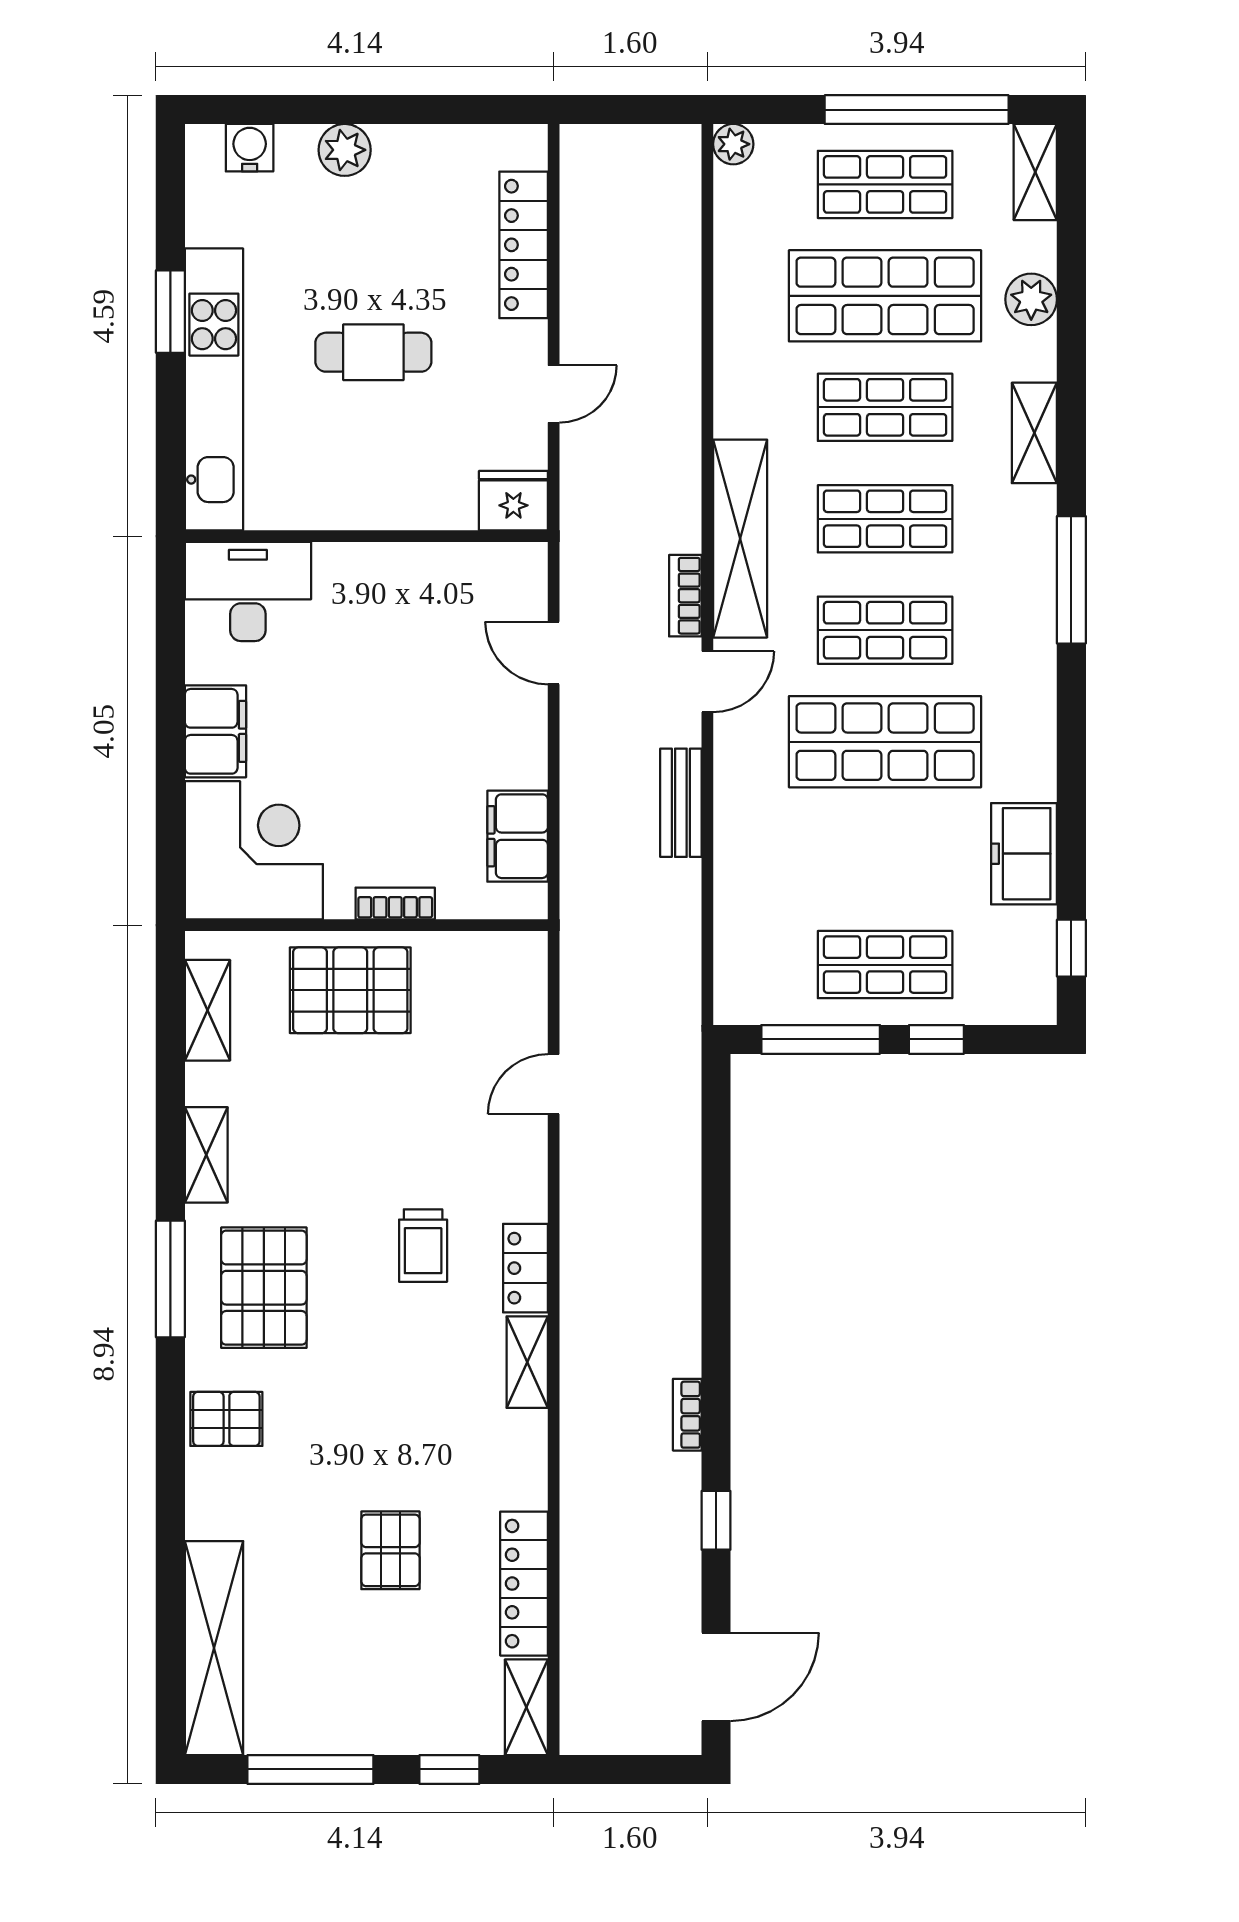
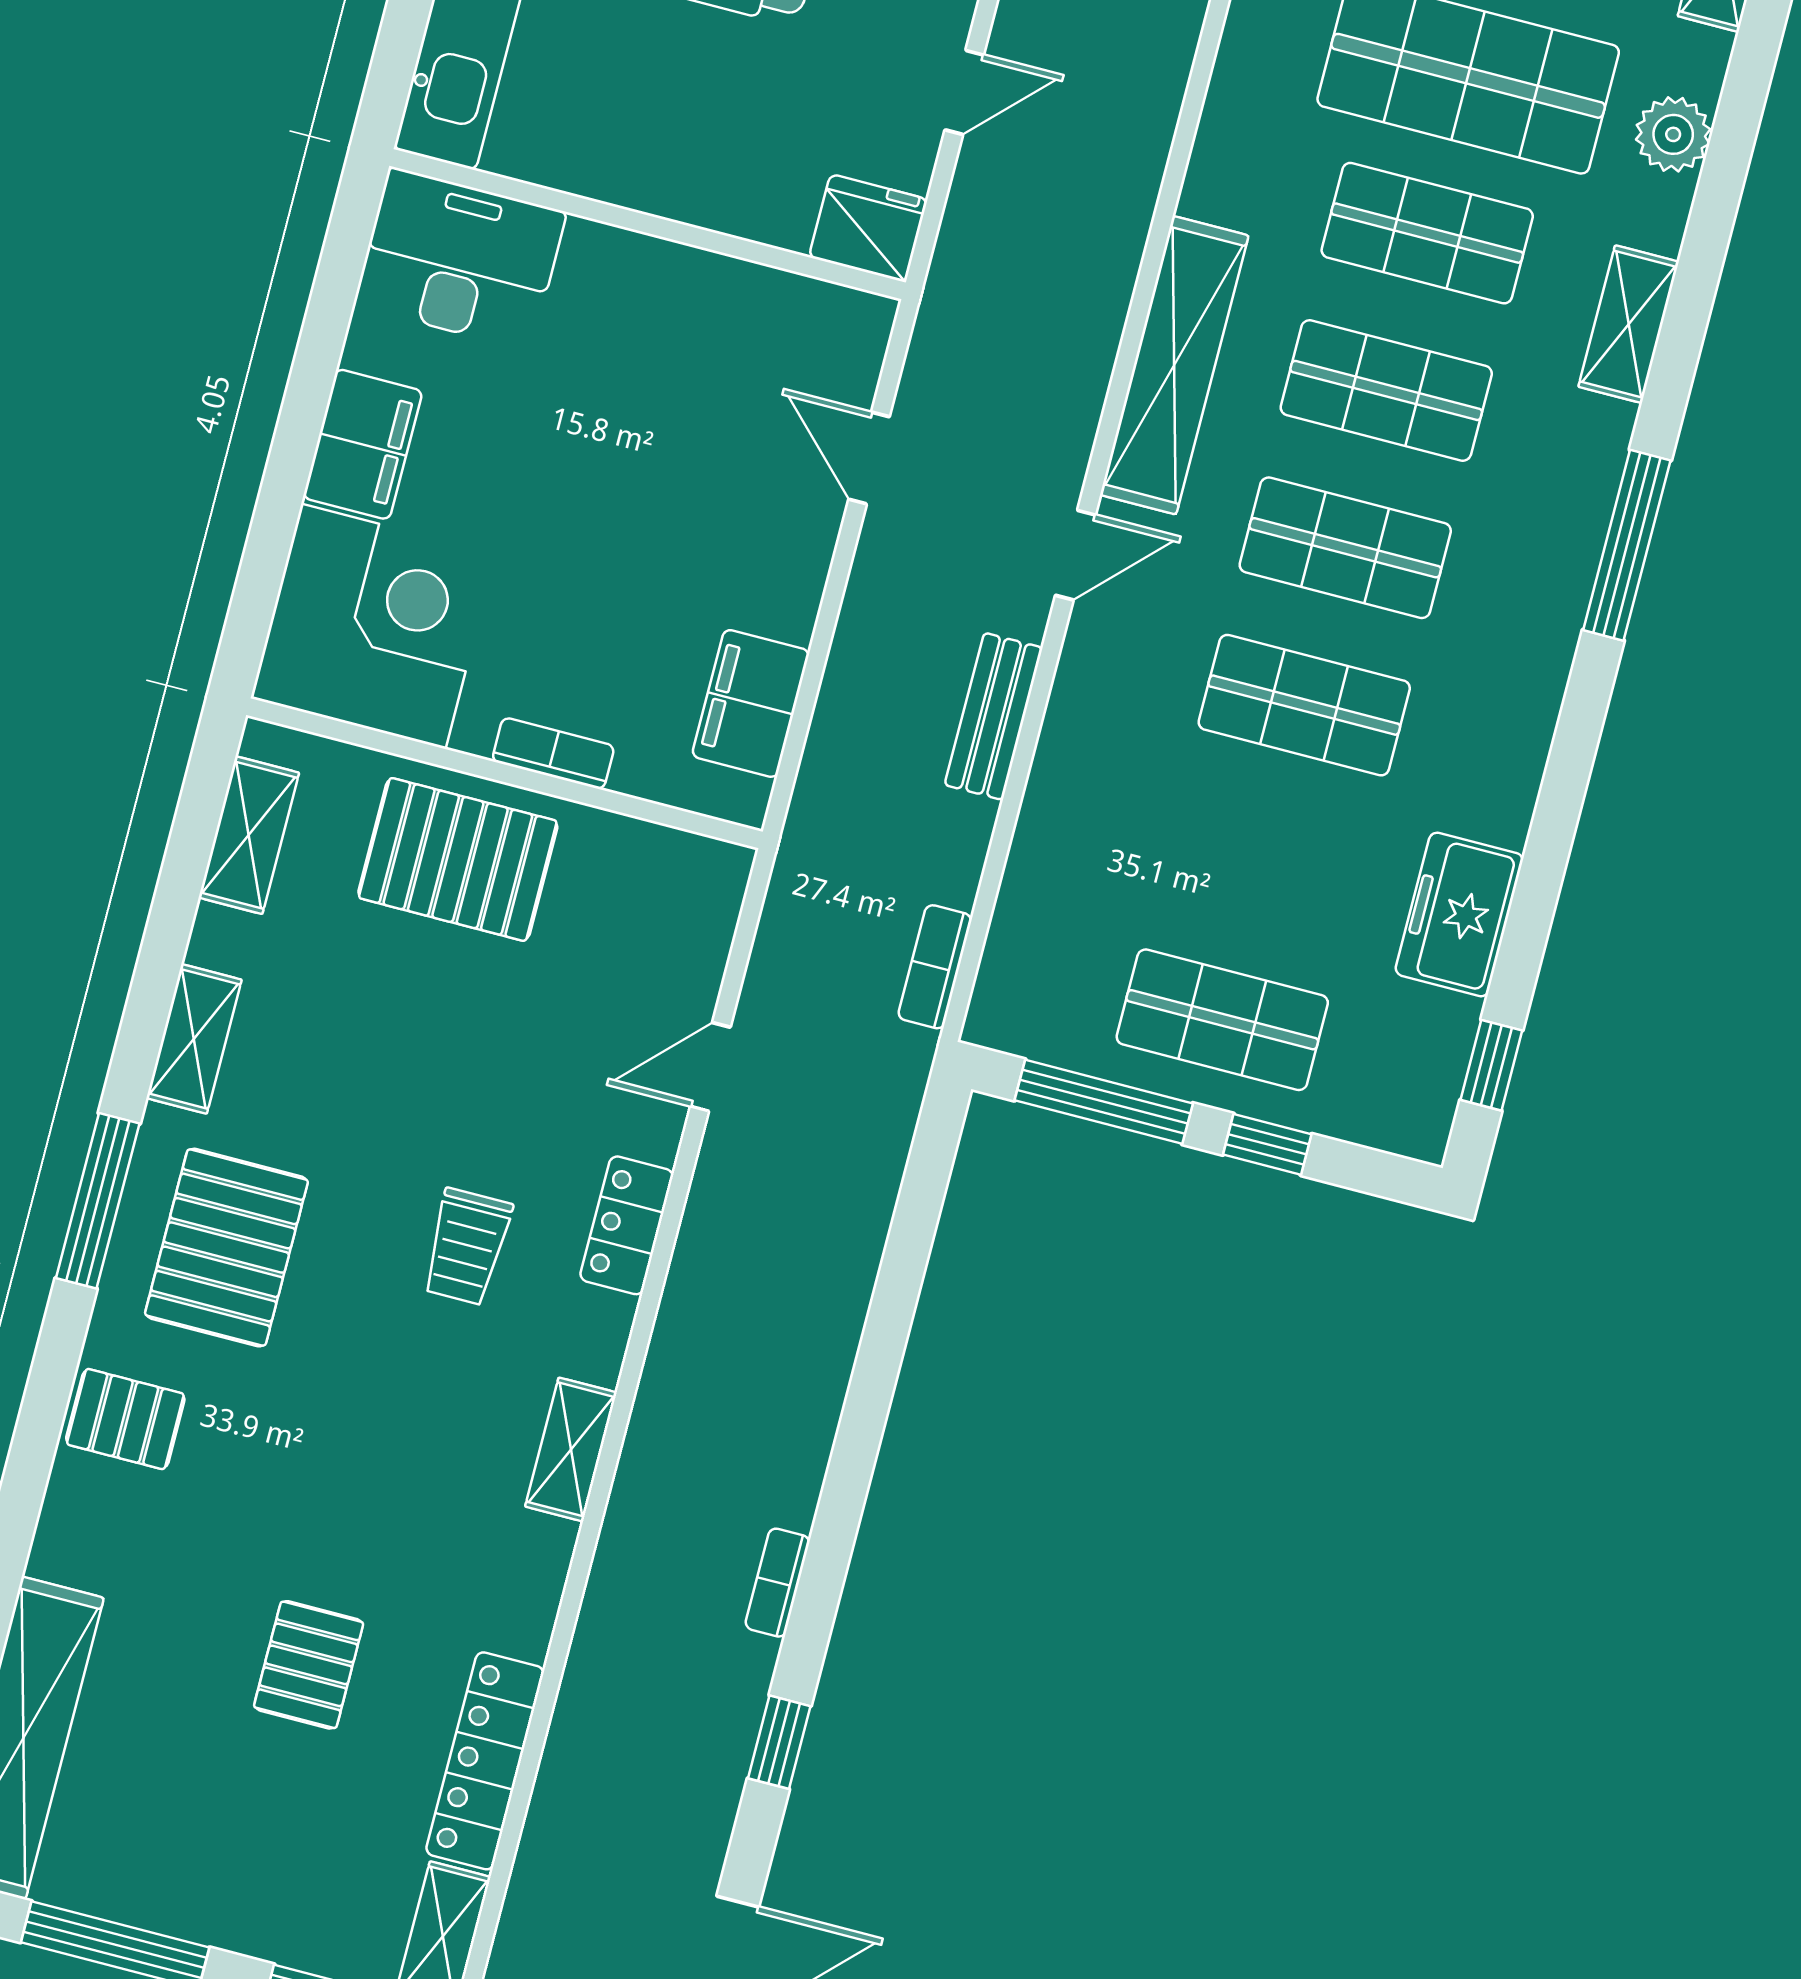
bookcase: (685, 596) -> (935, 967), moved
shop shelf: (885, 742) -> (1304, 705), width x0.70, depth x0.74
locker: (525, 1268) -> (627, 1225), moved

